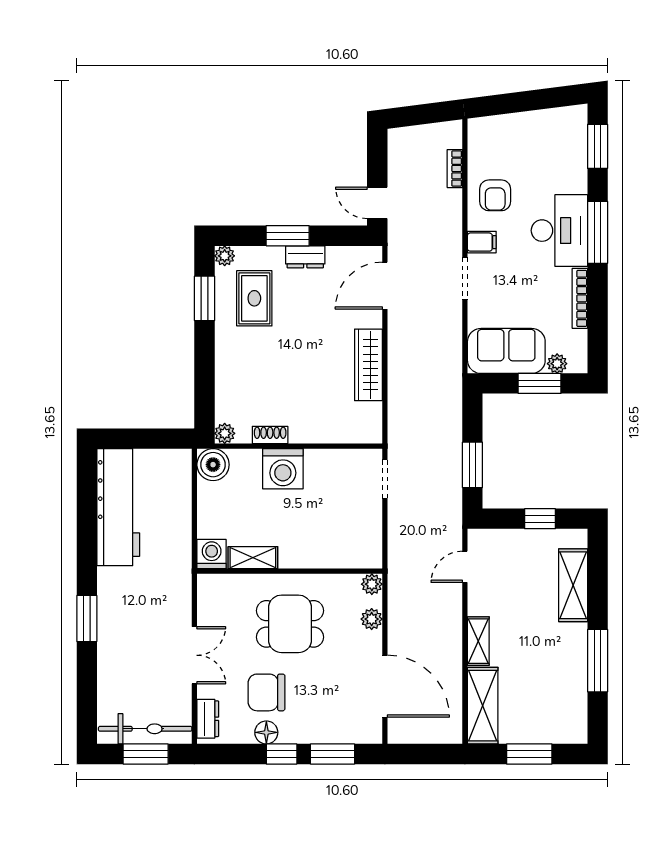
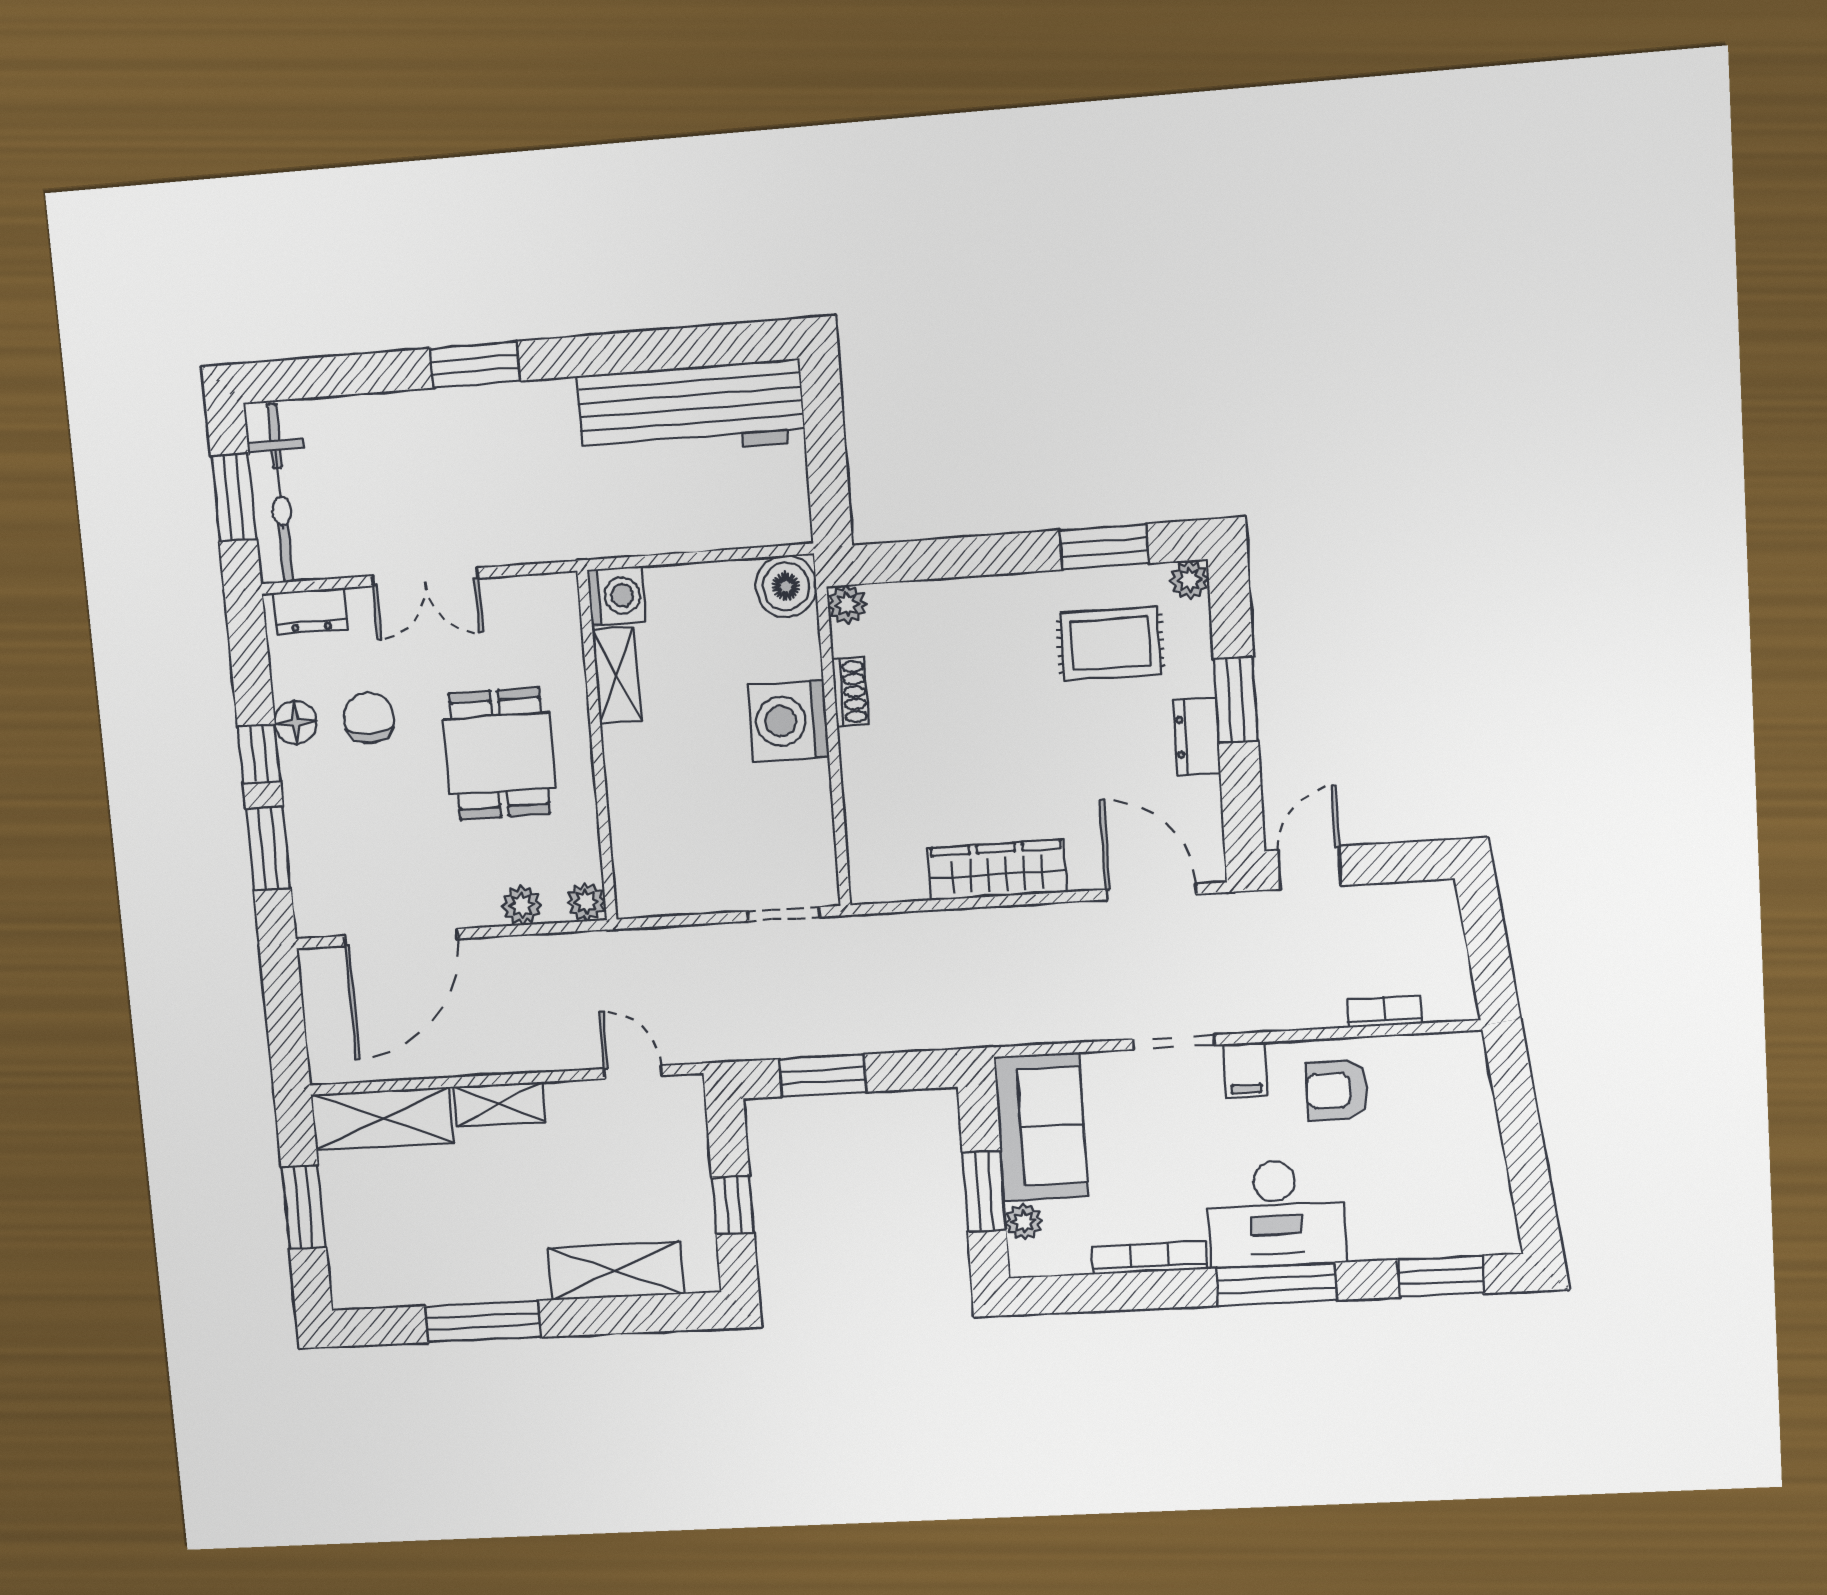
chair: (266, 692) -> (369, 718), width x0.73, depth x0.73

